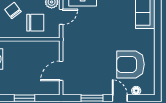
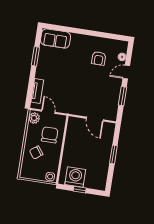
armchair: (130, 64) -> (99, 58), width x0.53, depth x0.53

